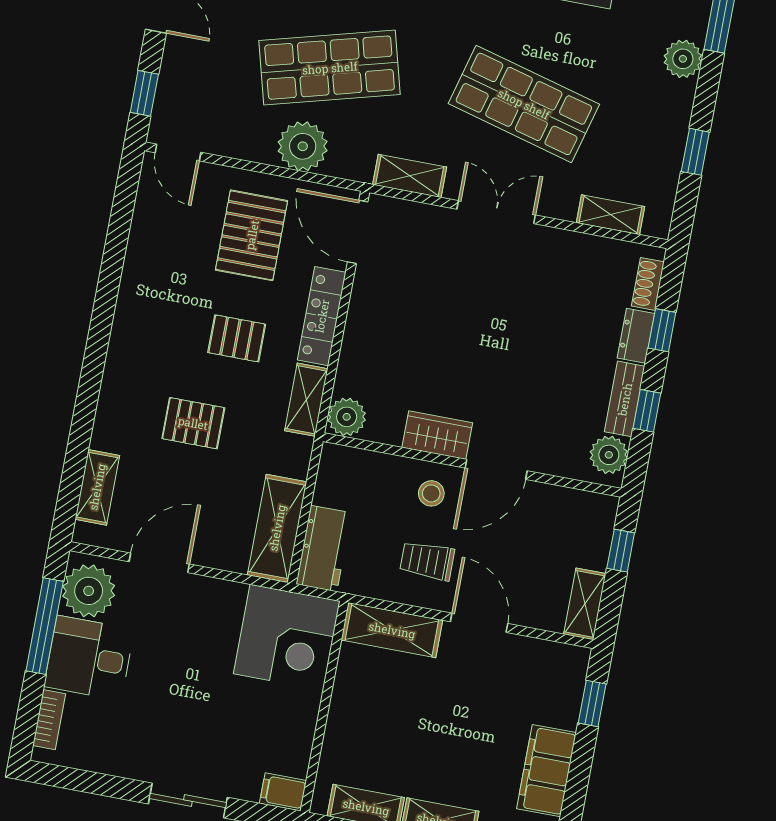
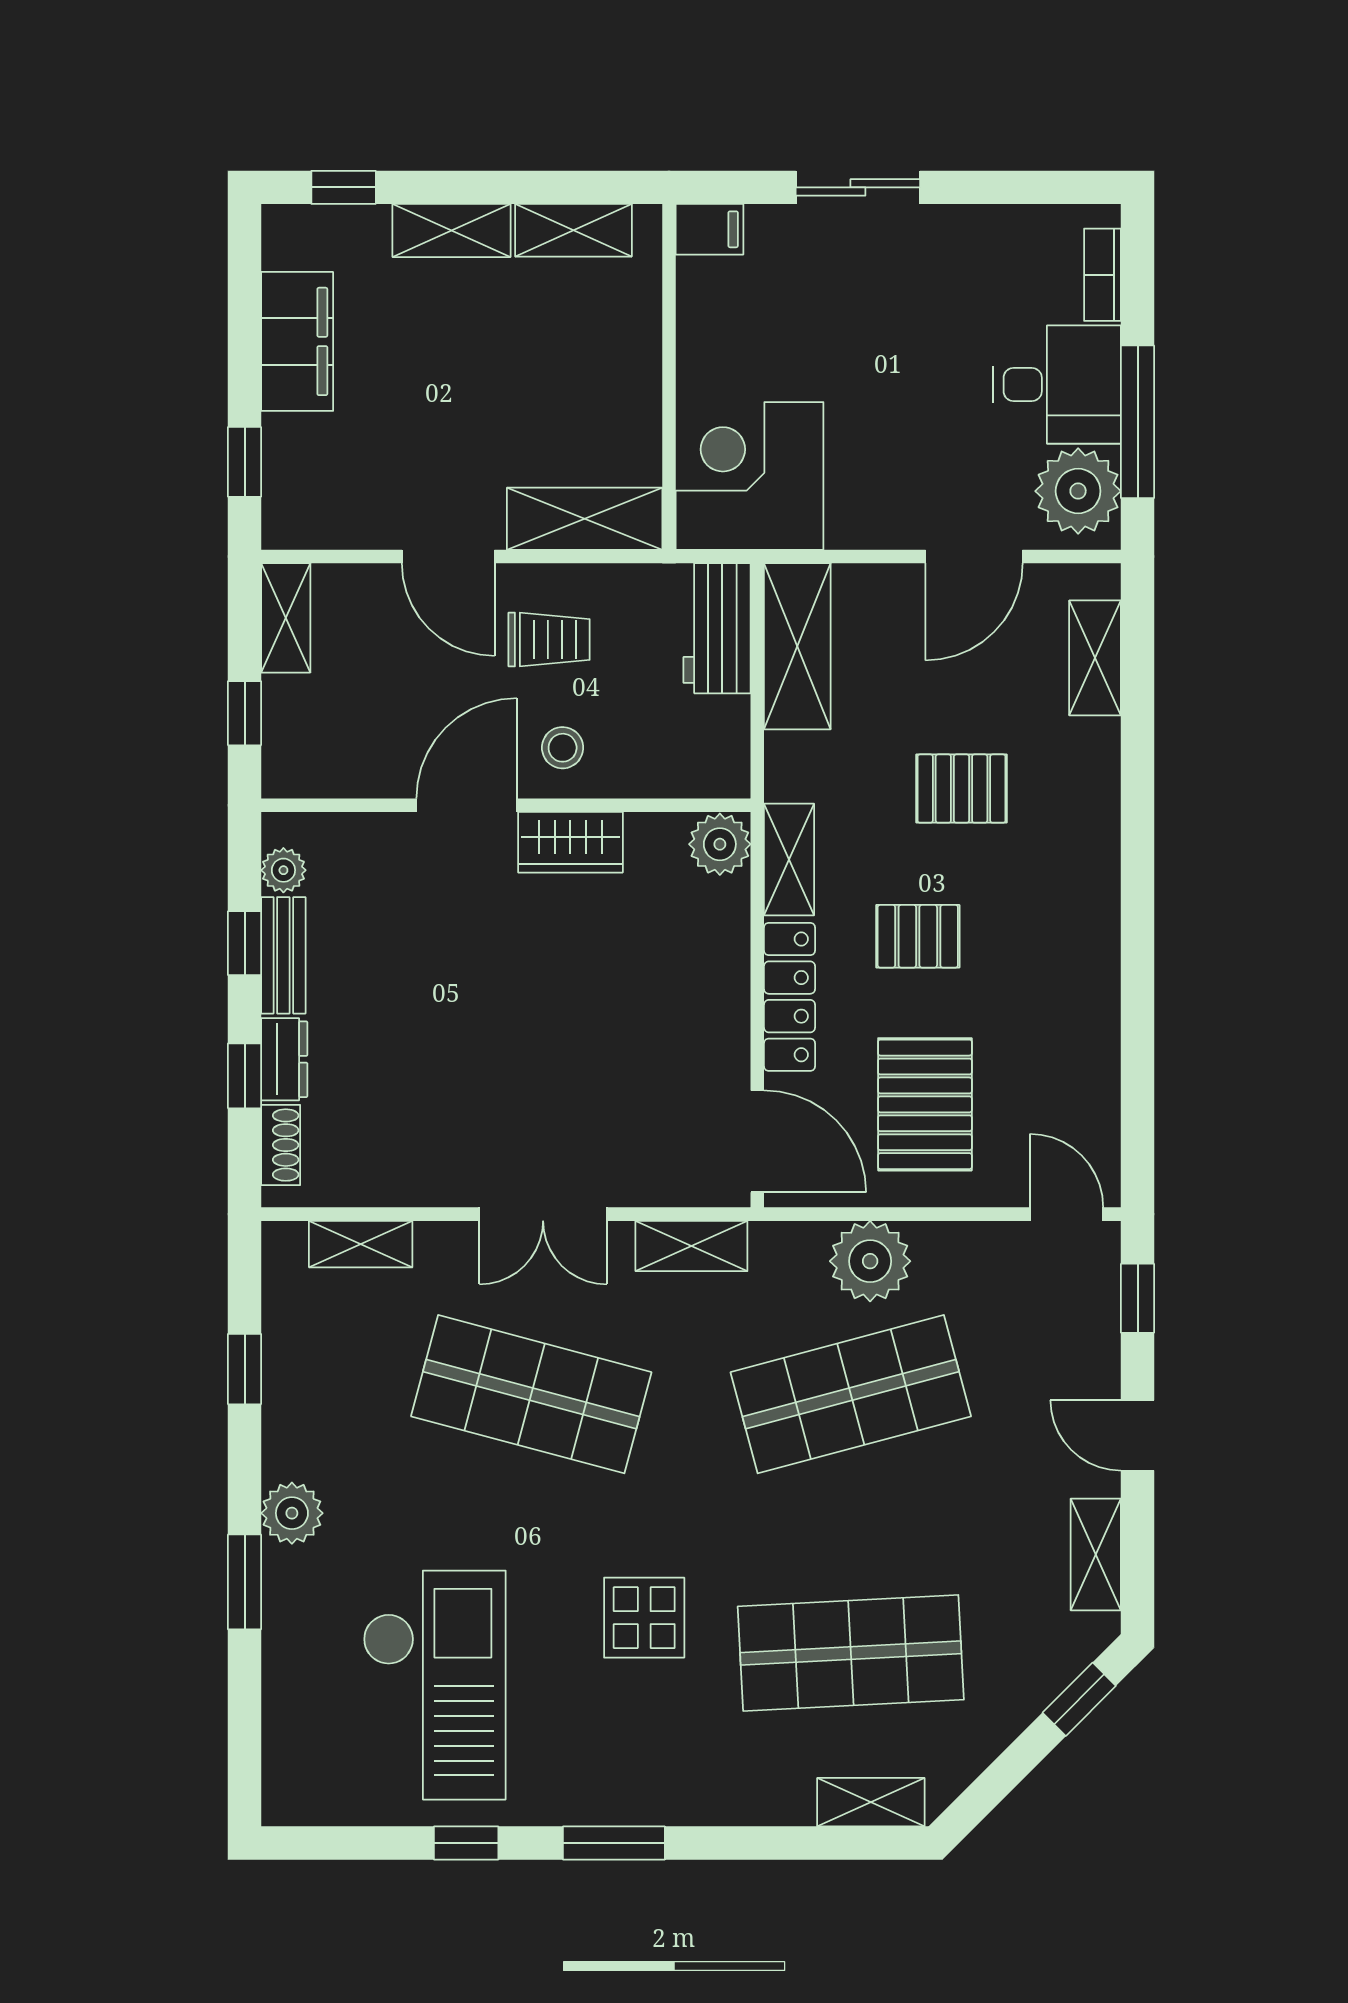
plant: (609, 455) -> (283, 870), width x0.73, depth x0.73

